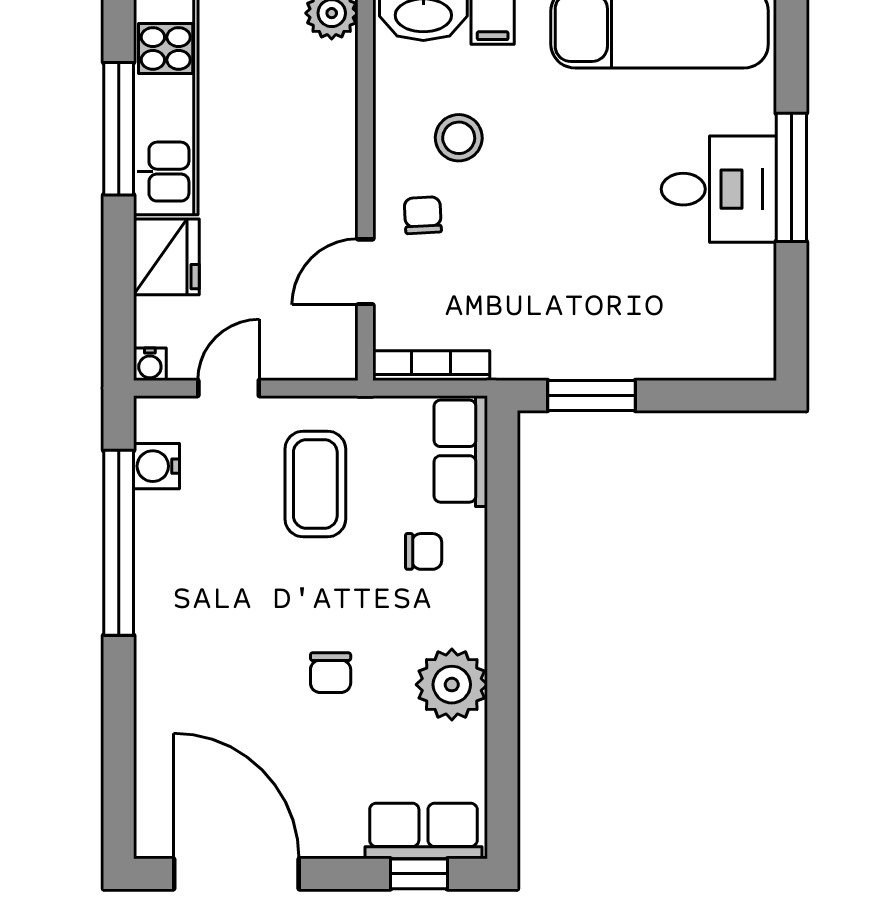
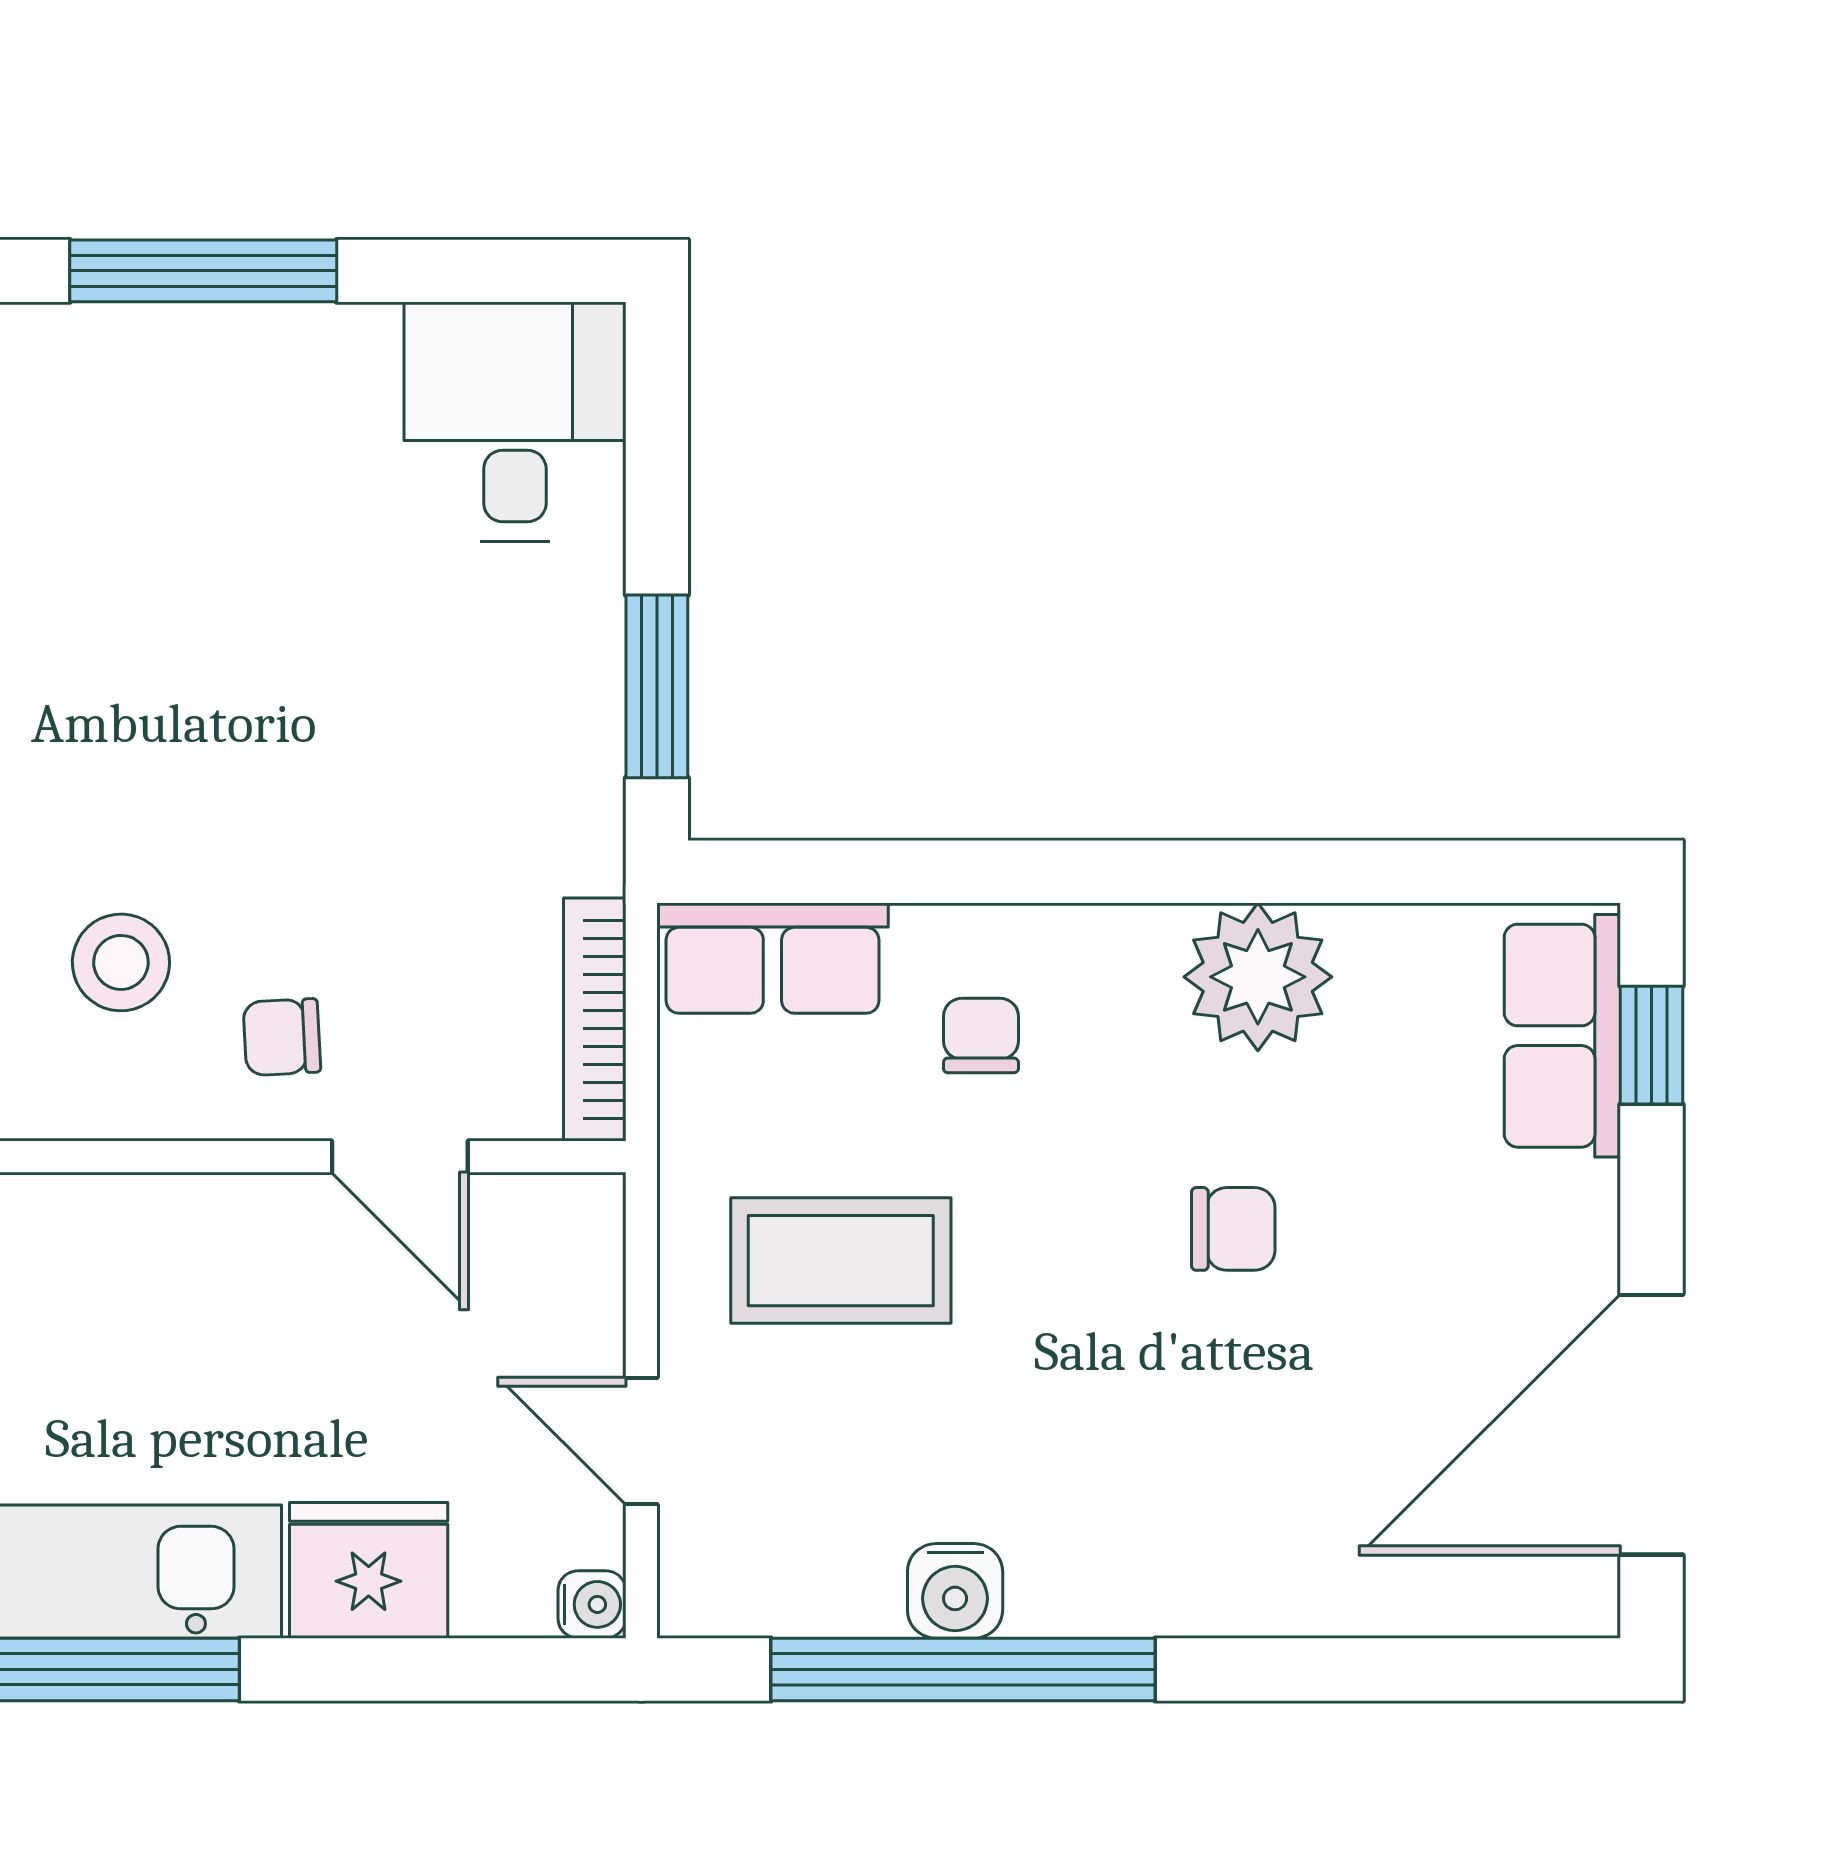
desk: (719, 189) -> (515, 421), moved
water cooler: (156, 466) -> (955, 1591), moved

